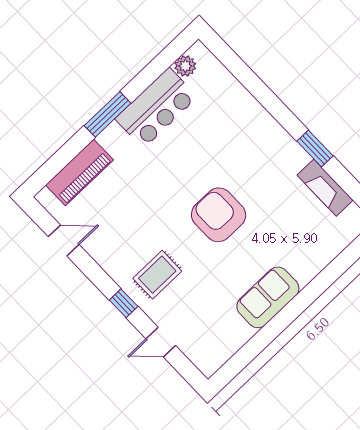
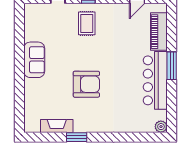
plant: (185, 66) -> (161, 127), moved
bar counter: (156, 108) -> (155, 80), width x1.36
armchair: (219, 215) -> (86, 84), moved

